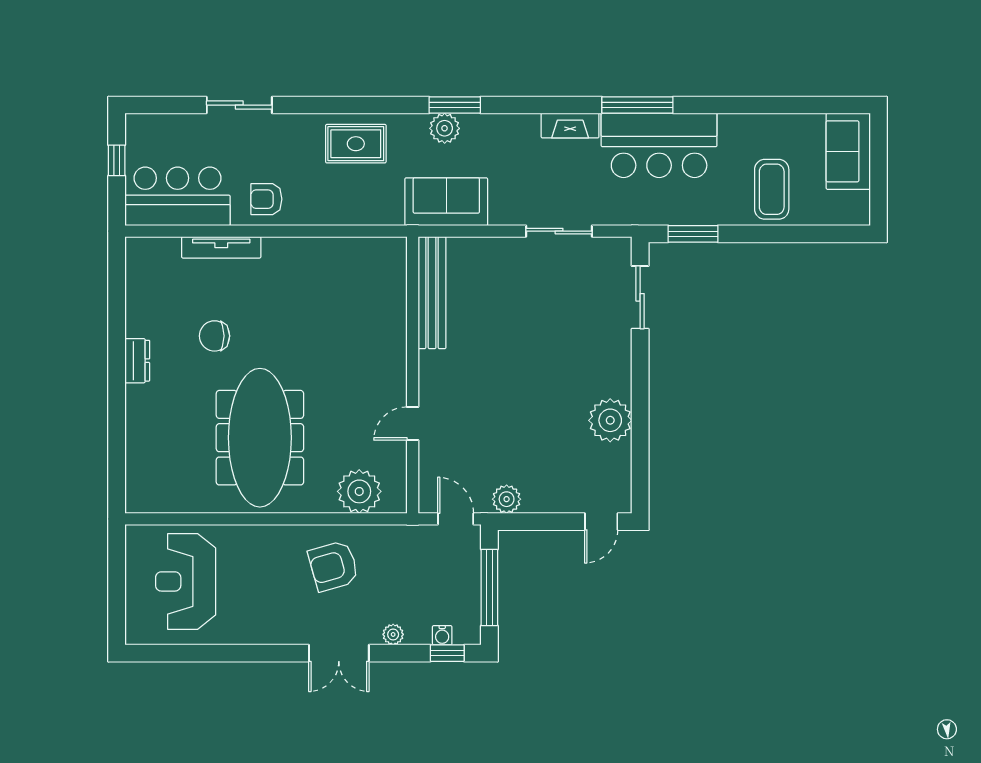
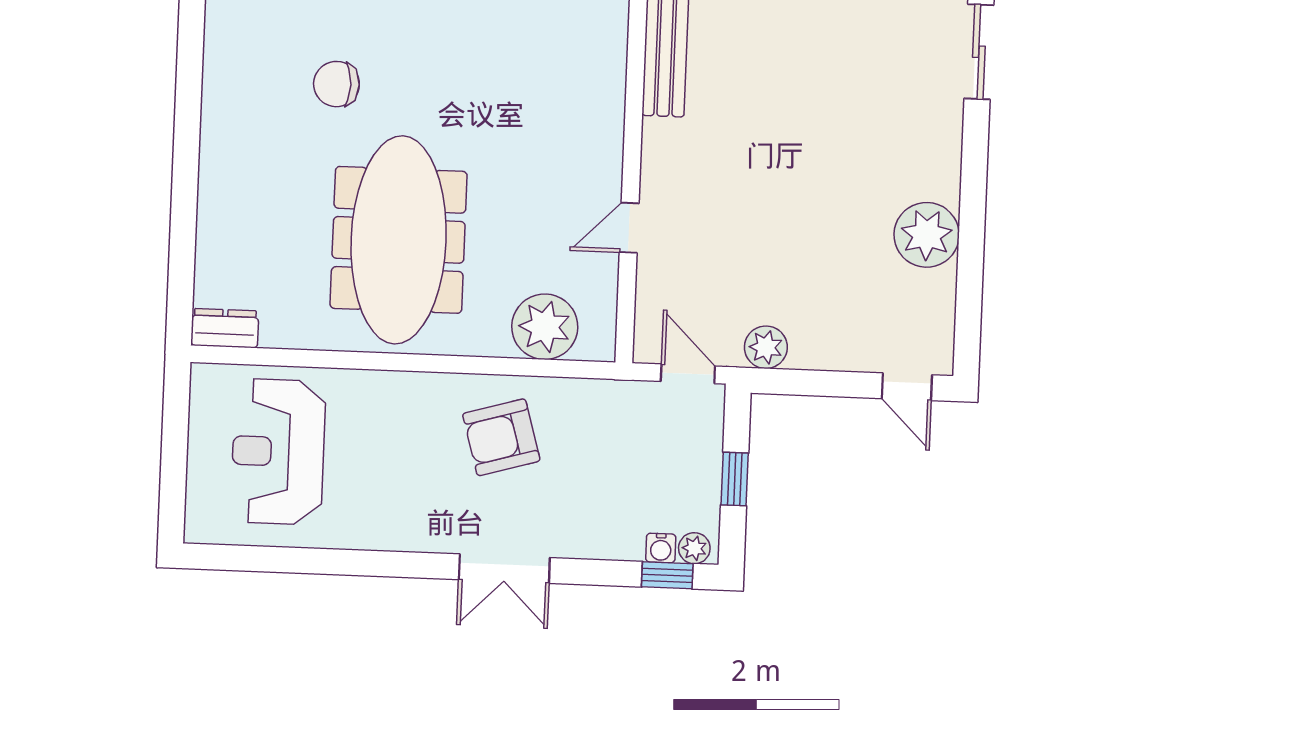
dresser: (137, 361) -> (225, 328), moved, turned -90
door: (601, 522) -> (907, 387), hinge flipped
window: (489, 588) -> (735, 479), width x0.46
plant: (393, 634) -> (694, 548), moved

